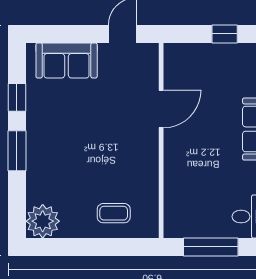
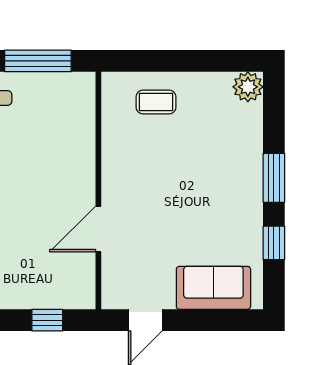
window: (225, 34) -> (47, 320), moved
plant: (43, 221) -> (248, 87), width x0.73, depth x0.73

